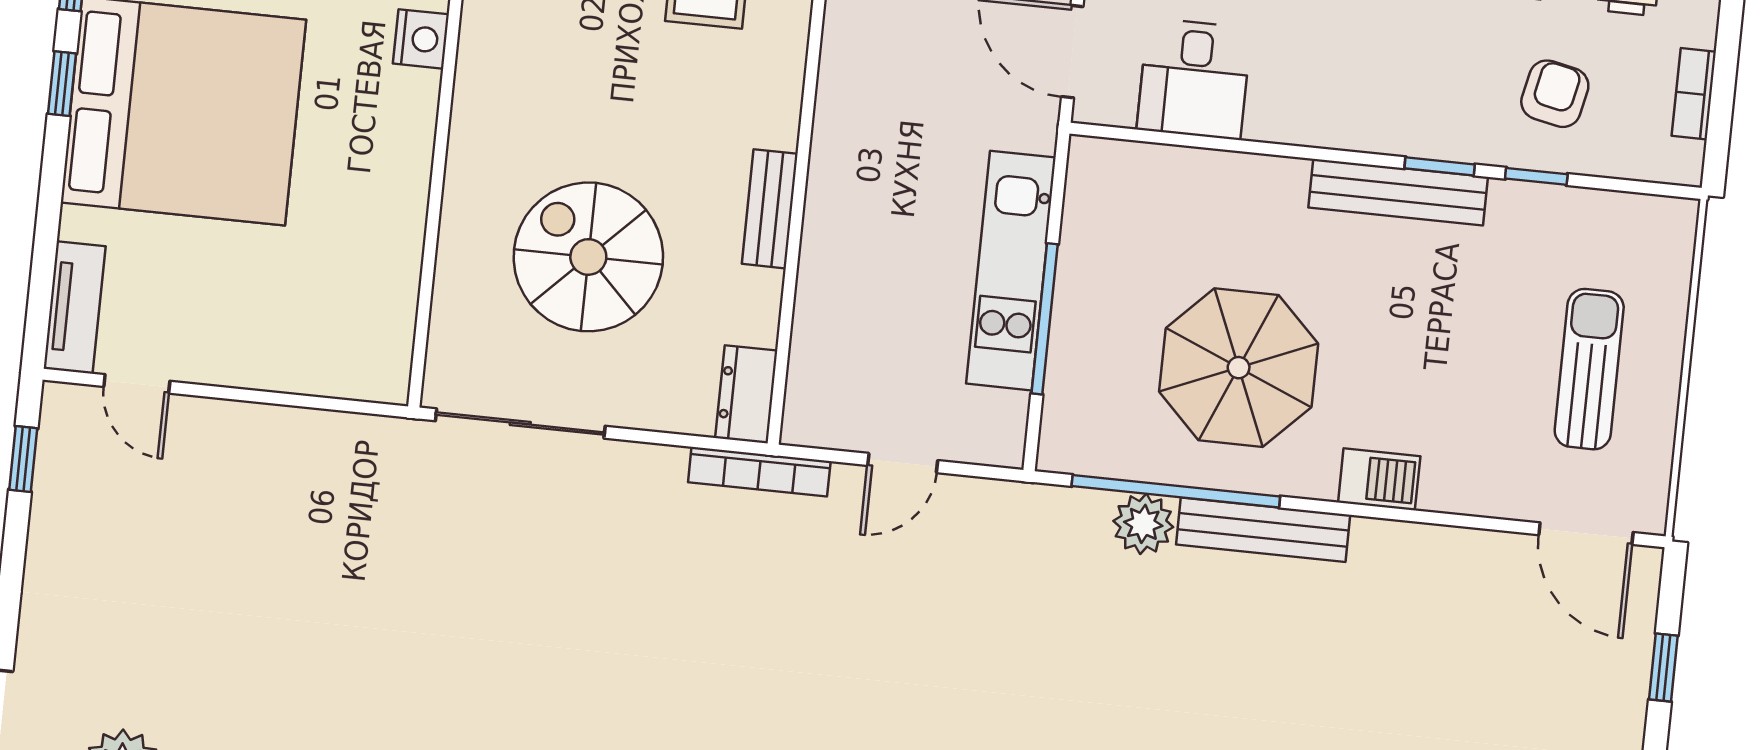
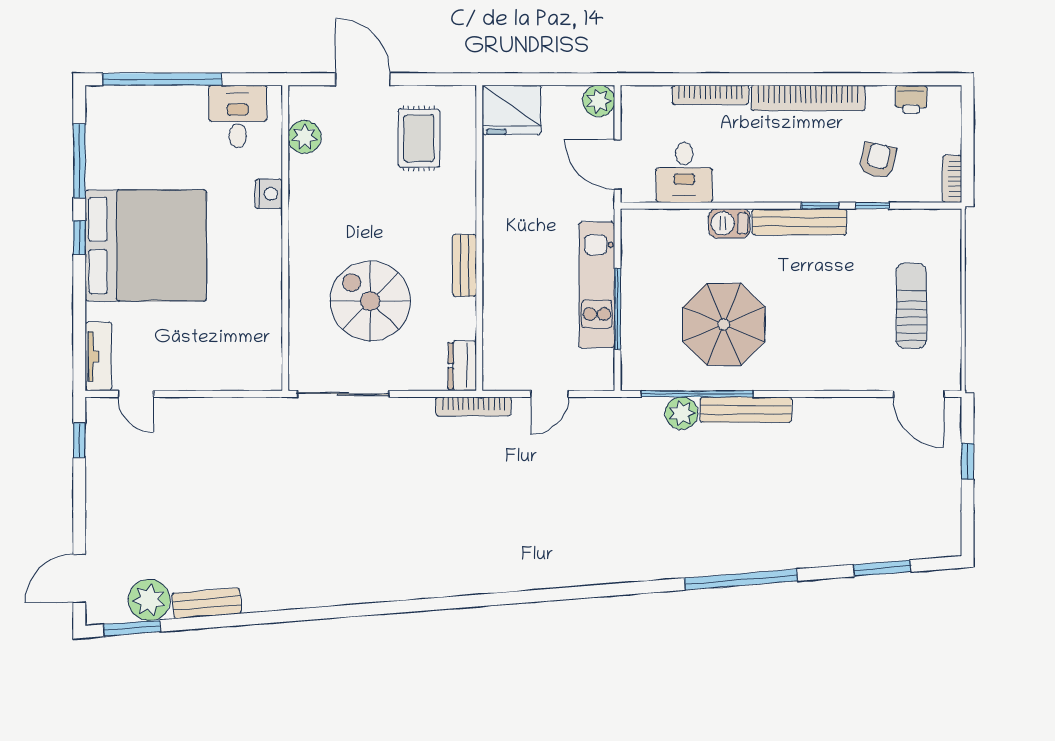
bookcase: (1694, 94) -> (952, 179), moved
barbecue: (1379, 479) -> (729, 223), moved, turned 180

